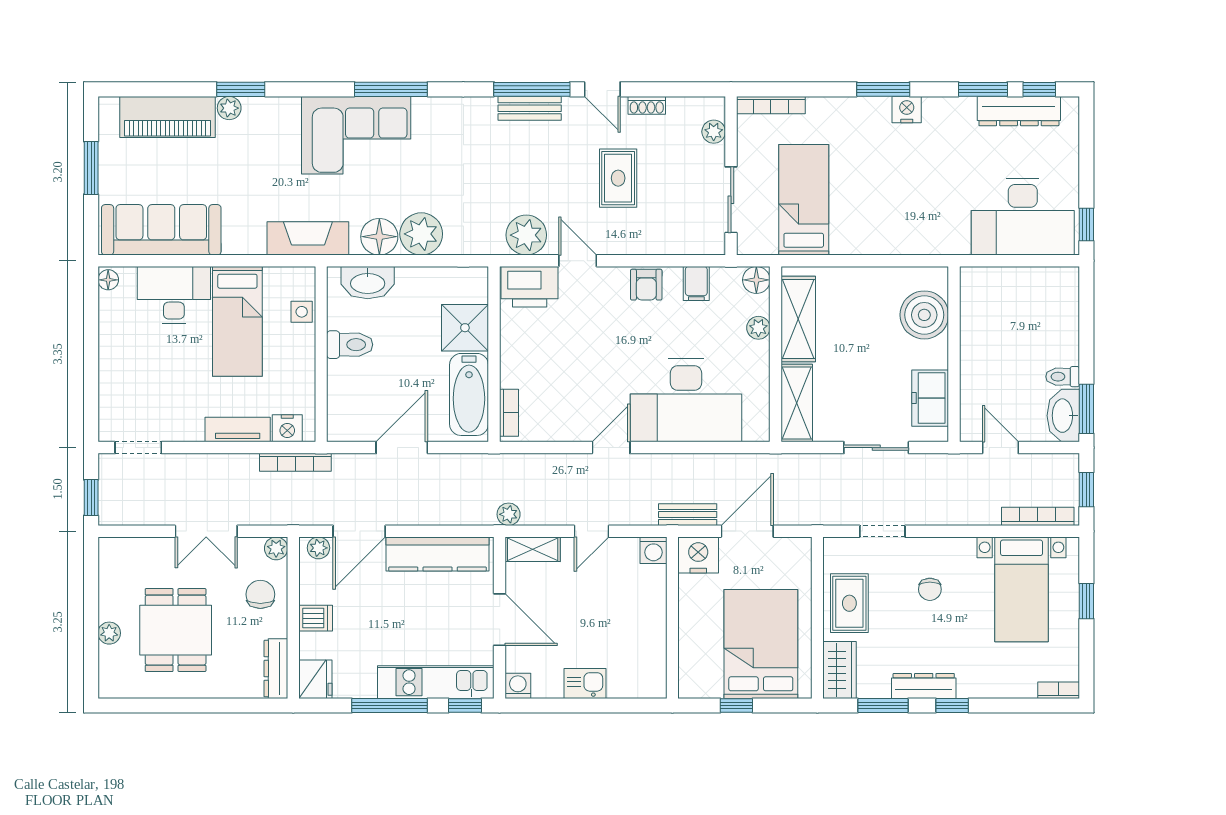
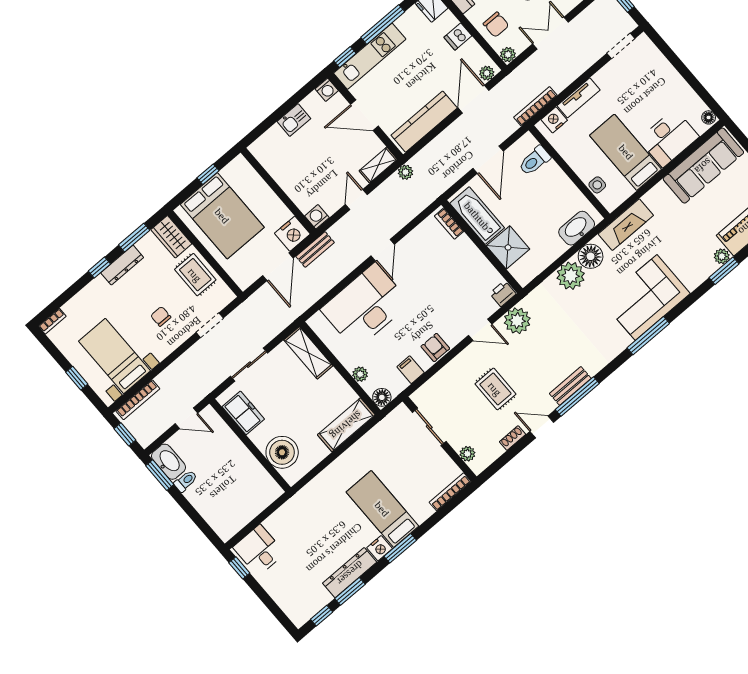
dresser: (1019, 111) -> (350, 573), moved
bed: (804, 200) -> (382, 509), moved, turned 180
desk: (1023, 217) -> (259, 550), width x0.53, depth x0.77
printer: (530, 287) -> (503, 294), width x0.53, depth x0.68
shelving: (798, 319) -> (346, 425), moved, turned 90
toilet: (350, 345) -> (535, 161), moved

